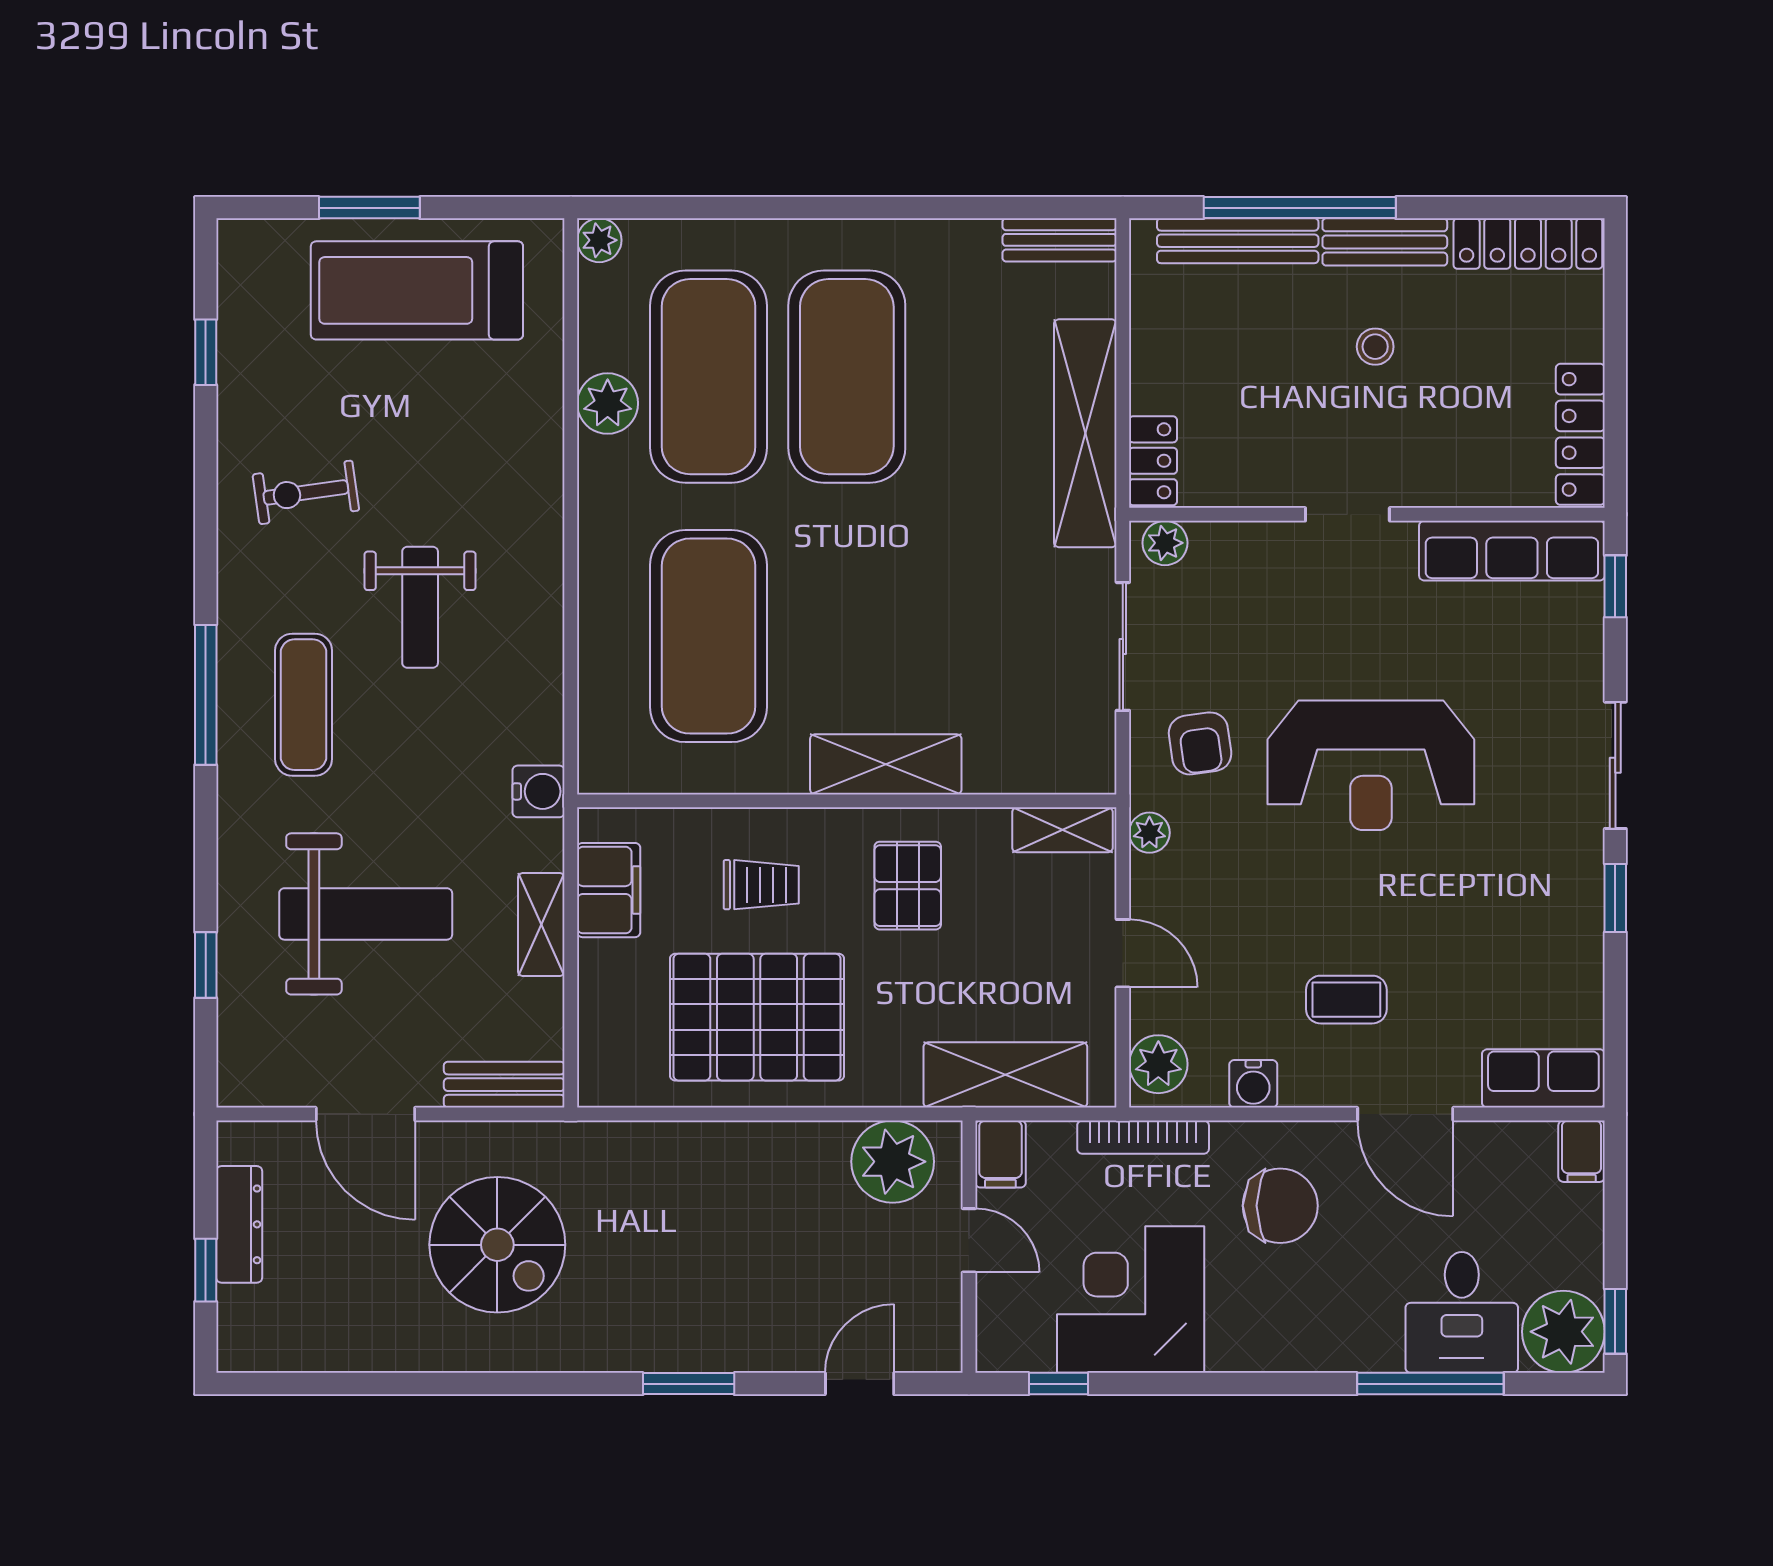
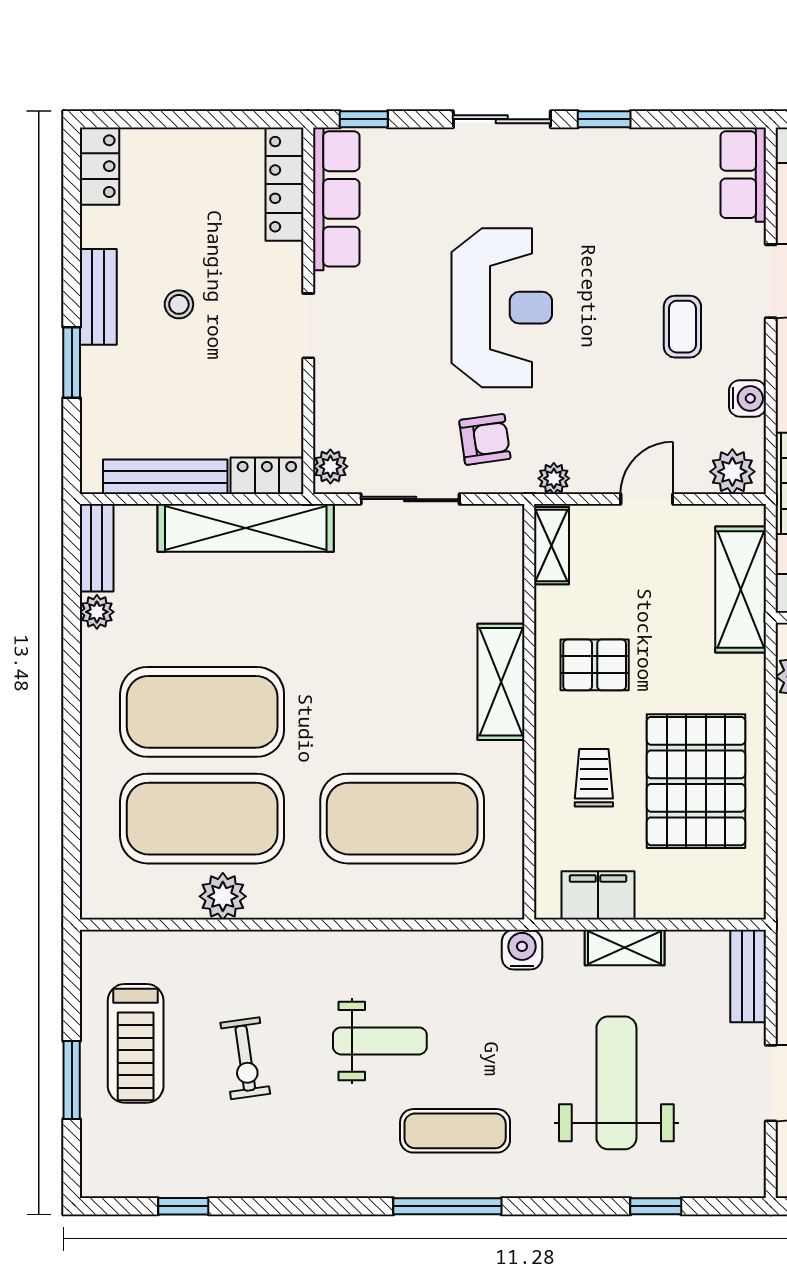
window: (1300, 208) -> (72, 363), width x0.47
plant: (599, 240) -> (97, 612), moved
bench: (1238, 241) -> (165, 477), moved, turned 90
locker: (1528, 244) -> (99, 166), width x0.66
treadmill: (417, 290) -> (136, 1043), width x0.73, depth x0.73
locker: (1580, 434) -> (285, 184), moved, turned 90
exercise bike: (306, 492) -> (245, 1058), moved

